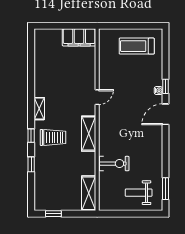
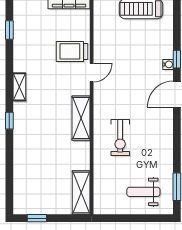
trolley: (53, 137) -> (72, 51), moved, turned 180
window: (31, 164) -> (9, 30), moved
exercise bike: (114, 164) -> (120, 138), moved, turned 90

